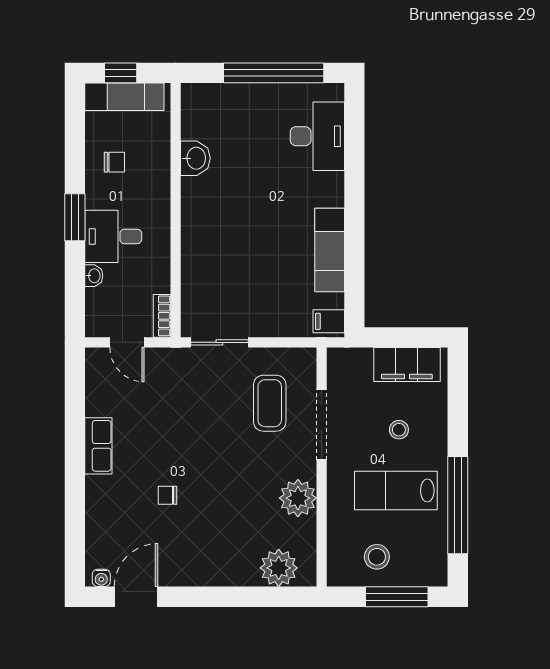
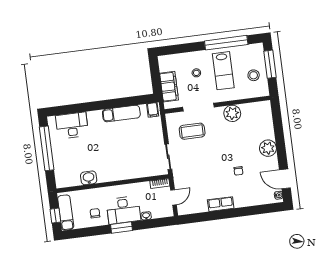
desk: (113, 236) -> (123, 210), width x1.37
filing cabinet: (407, 365) -> (169, 87), moved
plant: (279, 568) -> (268, 148), moved

